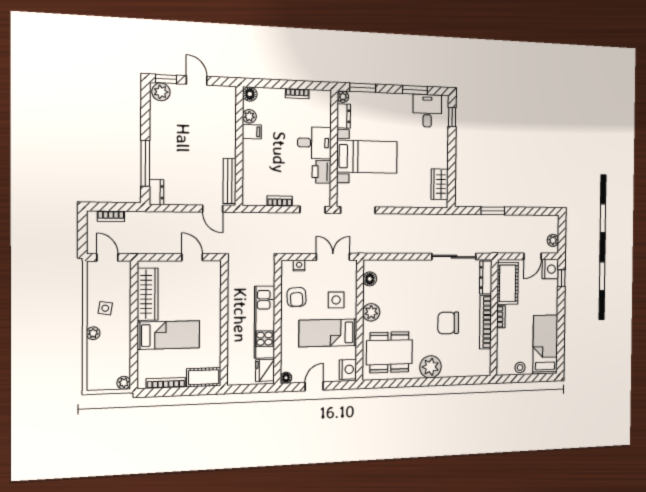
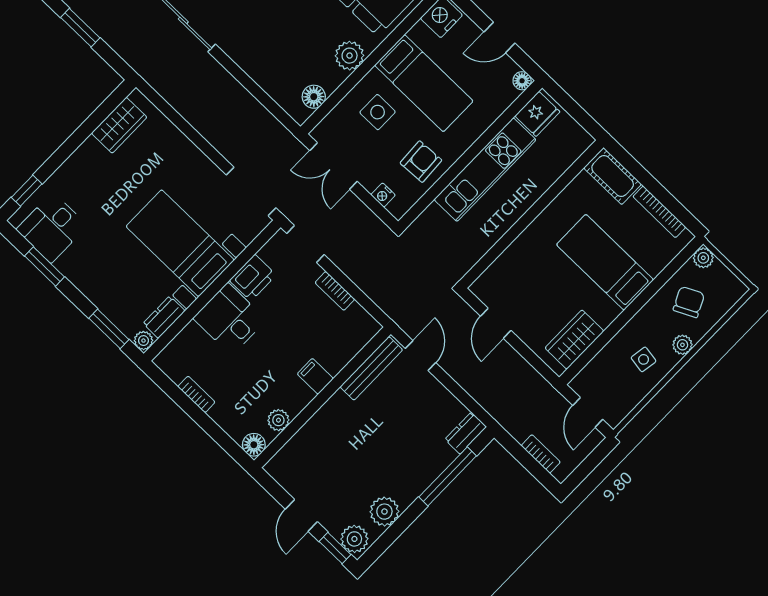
plant: (159, 118) -> (384, 512), added
filing cabinet: (252, 132) -> (315, 376), moved
wardrobe: (148, 294) -> (574, 340), width x0.67
chair: (110, 356) -> (689, 302), added

